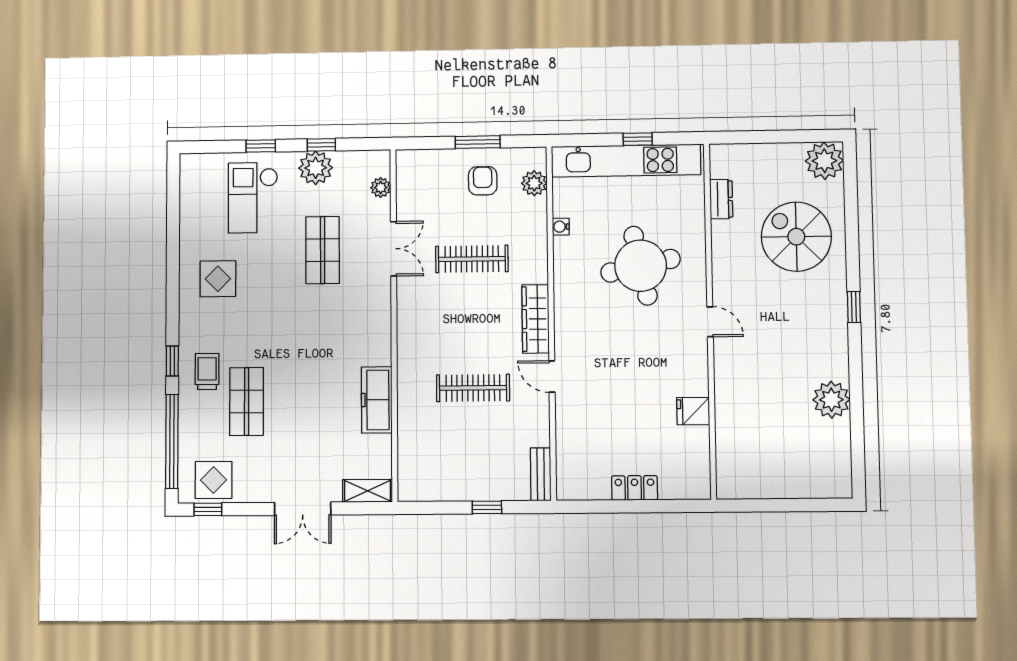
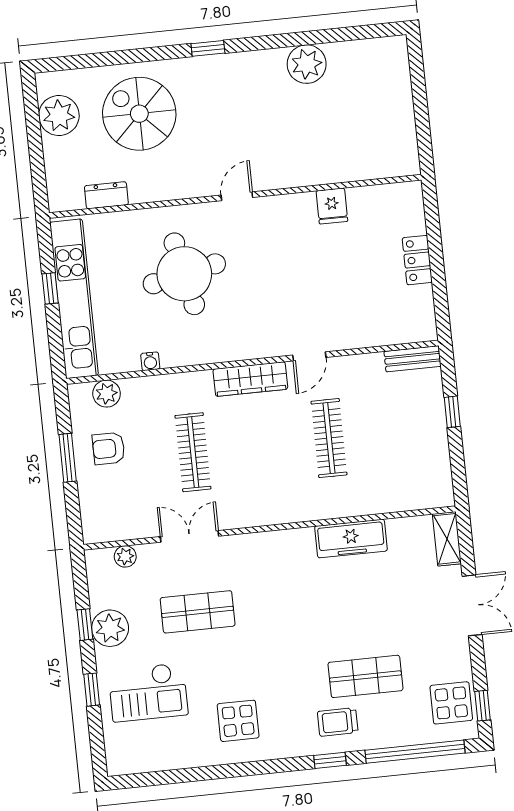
plant: (824, 161) -> (59, 115), moved
spiral stairs: (796, 237) -> (139, 114), turned 90

